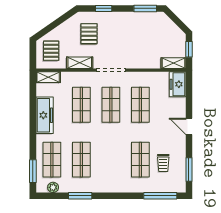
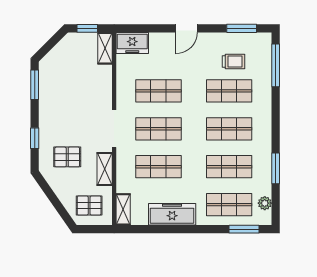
shop shelf: (111, 160) -> (229, 129), added

